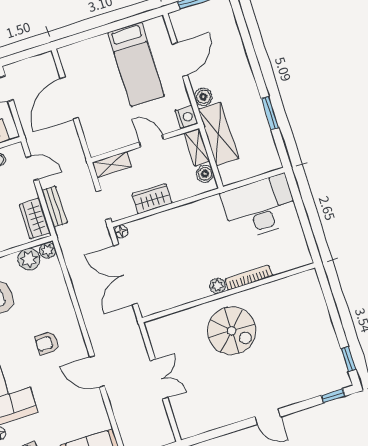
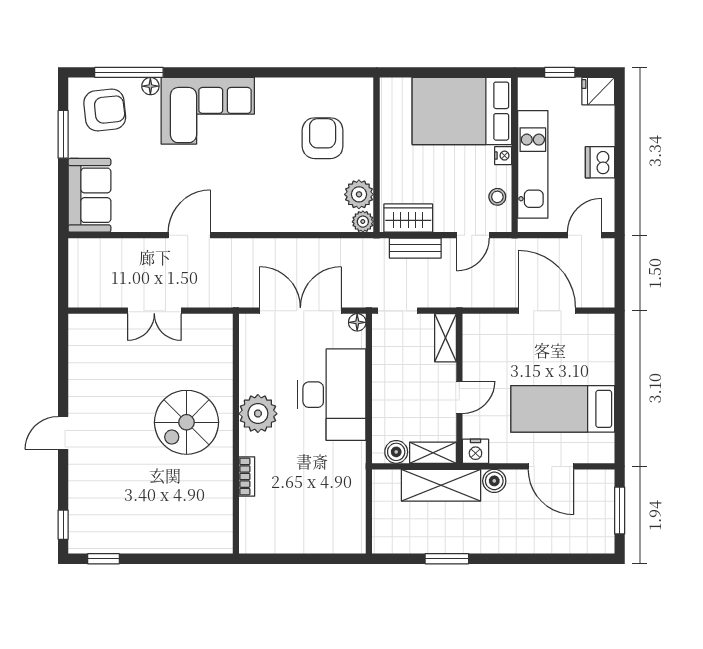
wardrobe: (152, 199) -> (386, 375), removed
desk: (260, 207) -> (332, 395), moved
bookcase: (249, 278) -> (247, 477), width x0.64
plant: (217, 286) -> (258, 414), width x1.88, depth x1.88
armchair: (47, 343) -> (246, 183), removed

